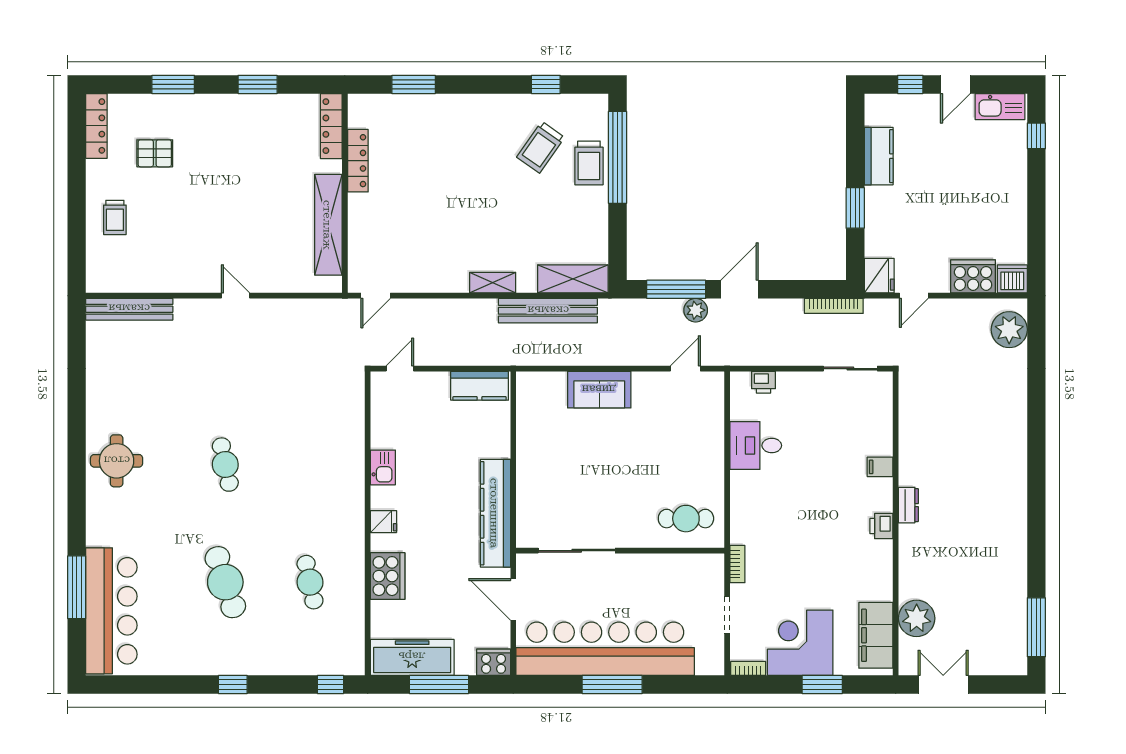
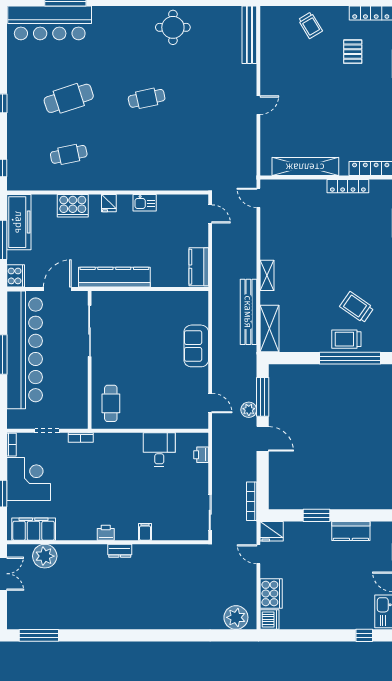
trolley: (115, 217) -> (310, 25), turned -121
round table: (117, 461) -> (173, 27), moved

